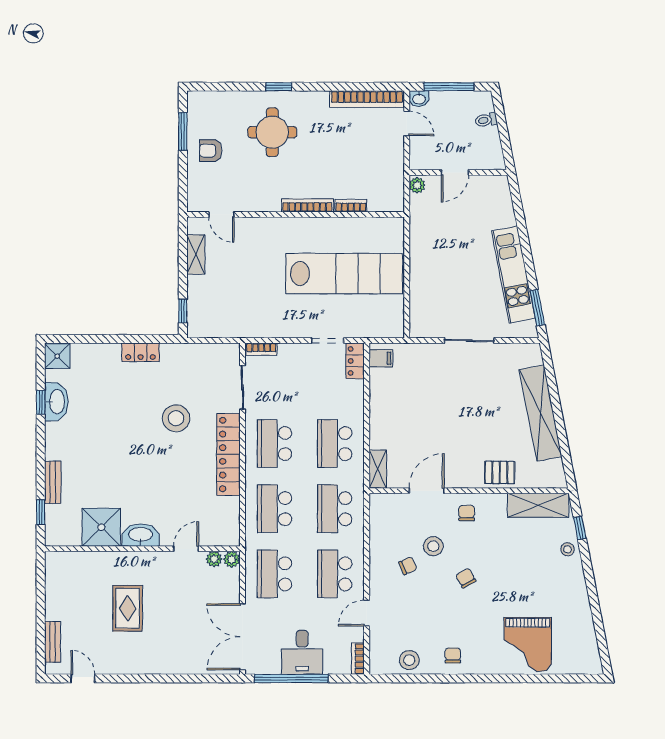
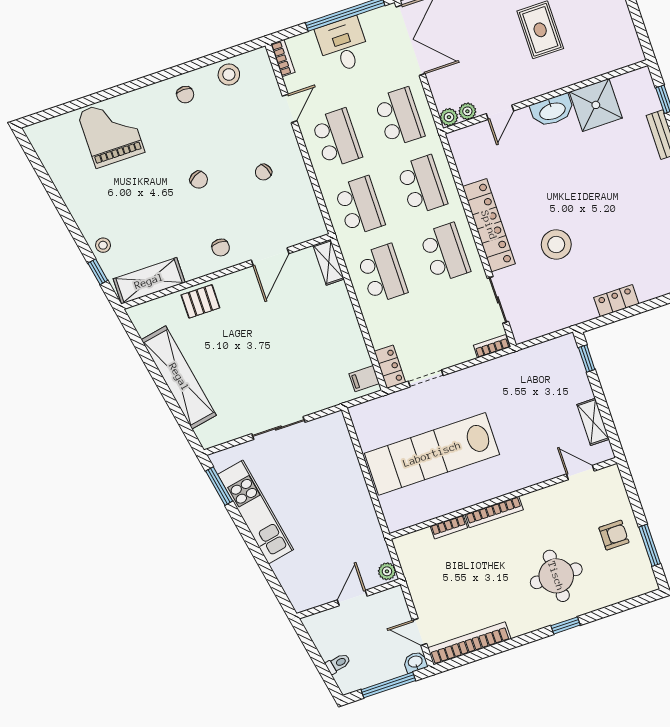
stool: (433, 546) -> (244, 202), removed

